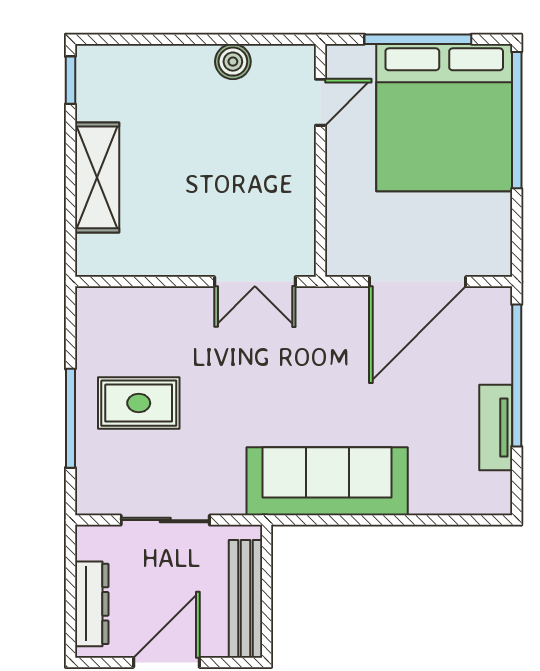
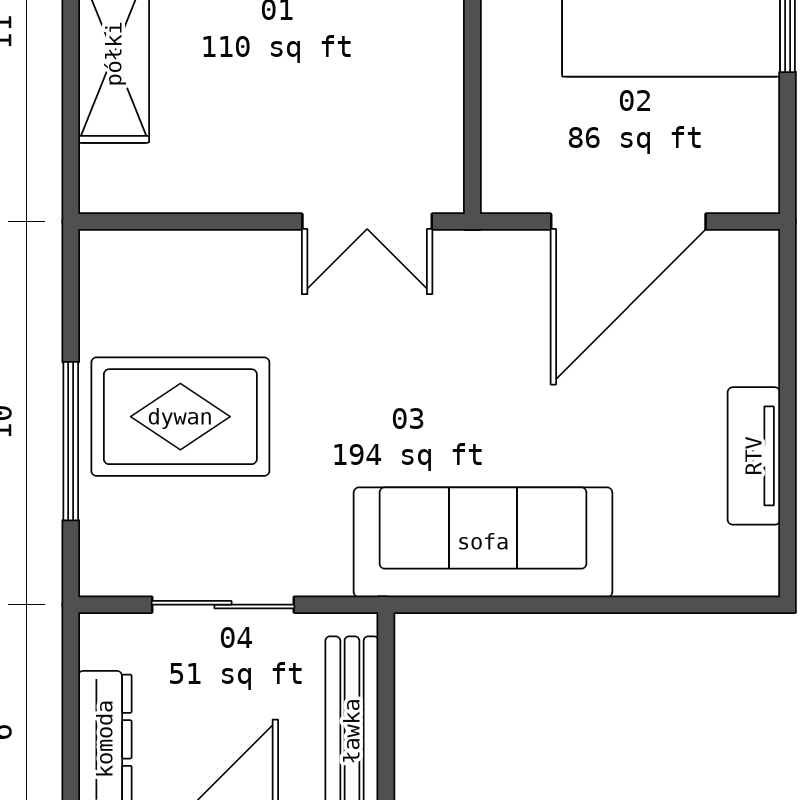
window: (517, 375) -> (788, 372), removed
rug: (139, 403) -> (180, 417), width x1.36, depth x1.43

